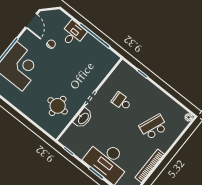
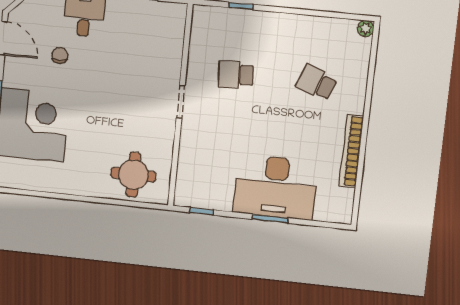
round table: (58, 106) -> (133, 175), moved
washbasin: (83, 118) -> (191, 143), removed
school desk: (153, 127) -> (317, 83), width x0.54

